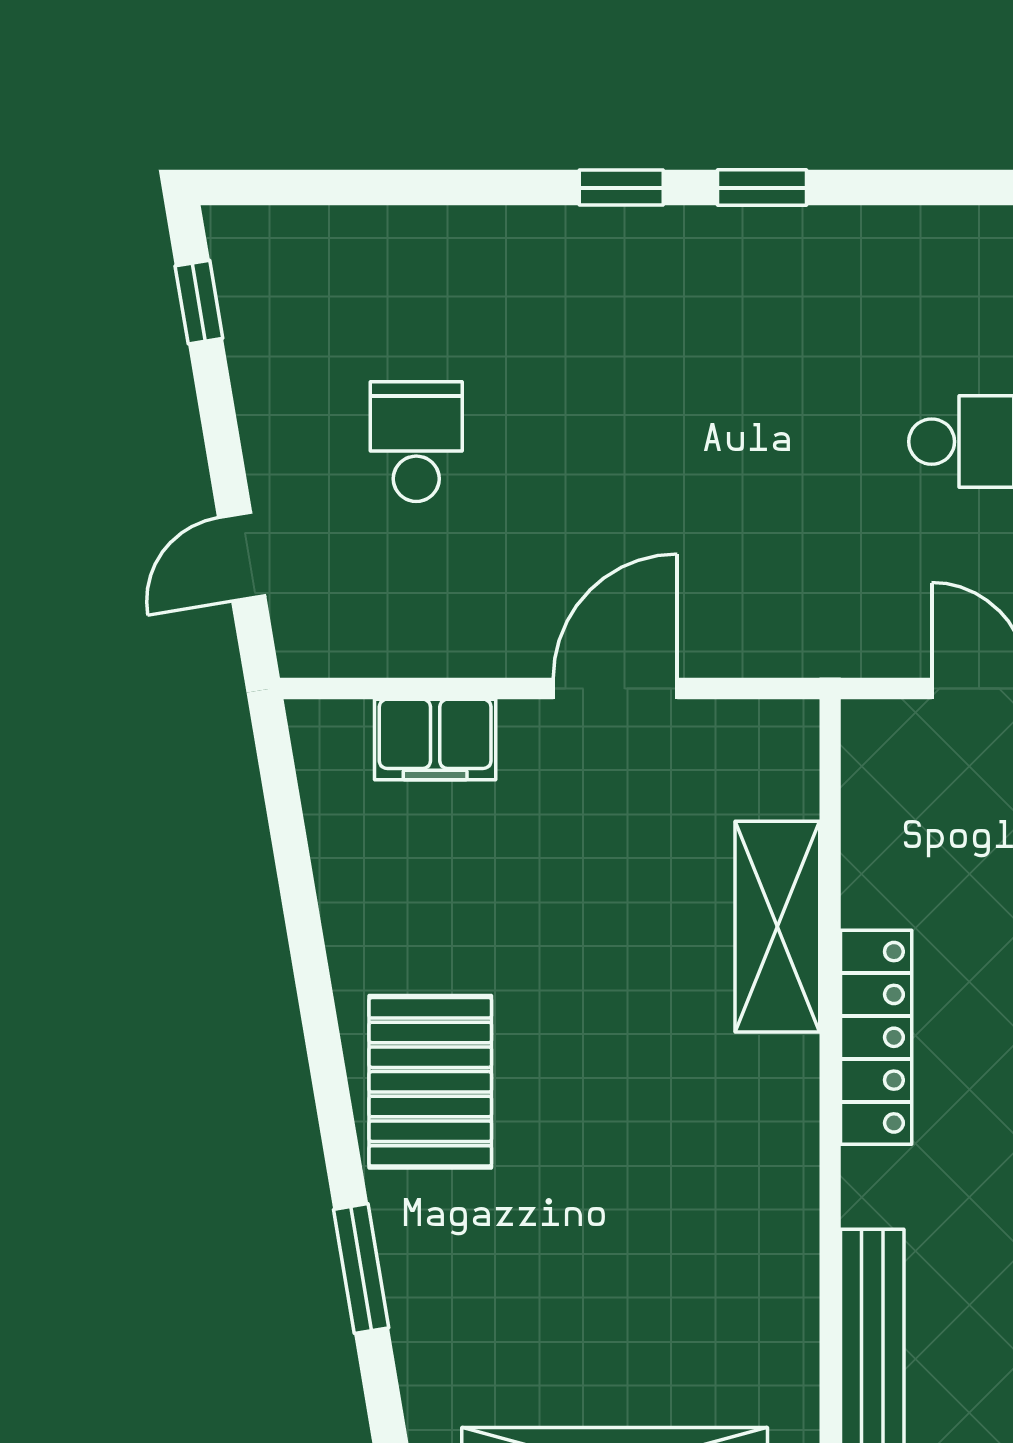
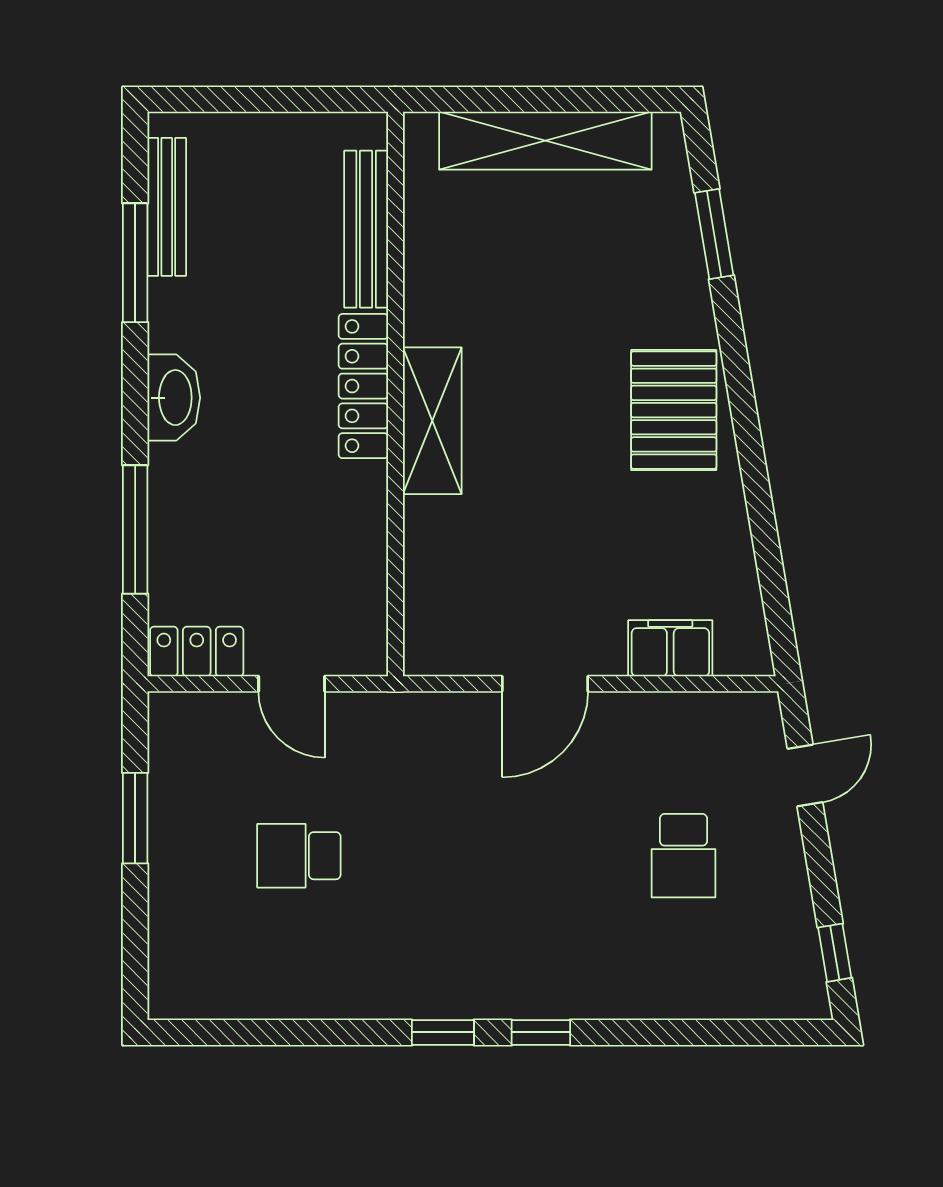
shelving: (777, 927) -> (432, 421), moved
locker: (876, 1037) -> (363, 386), moved
window: (361, 1269) -> (714, 234), moved

